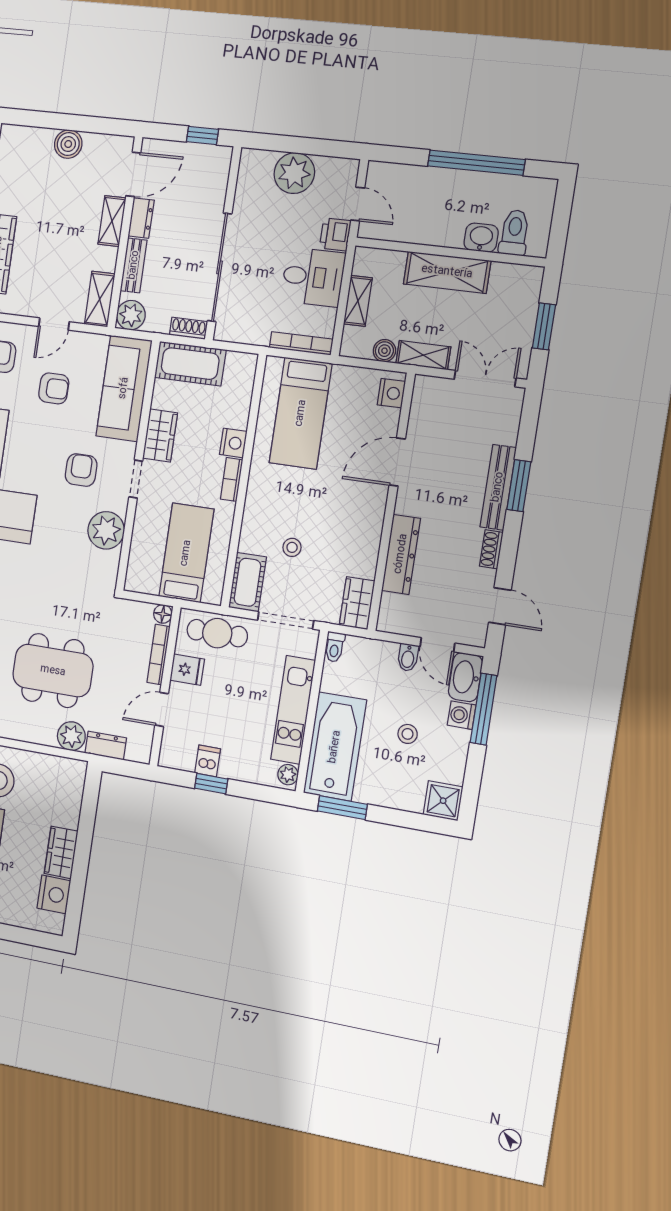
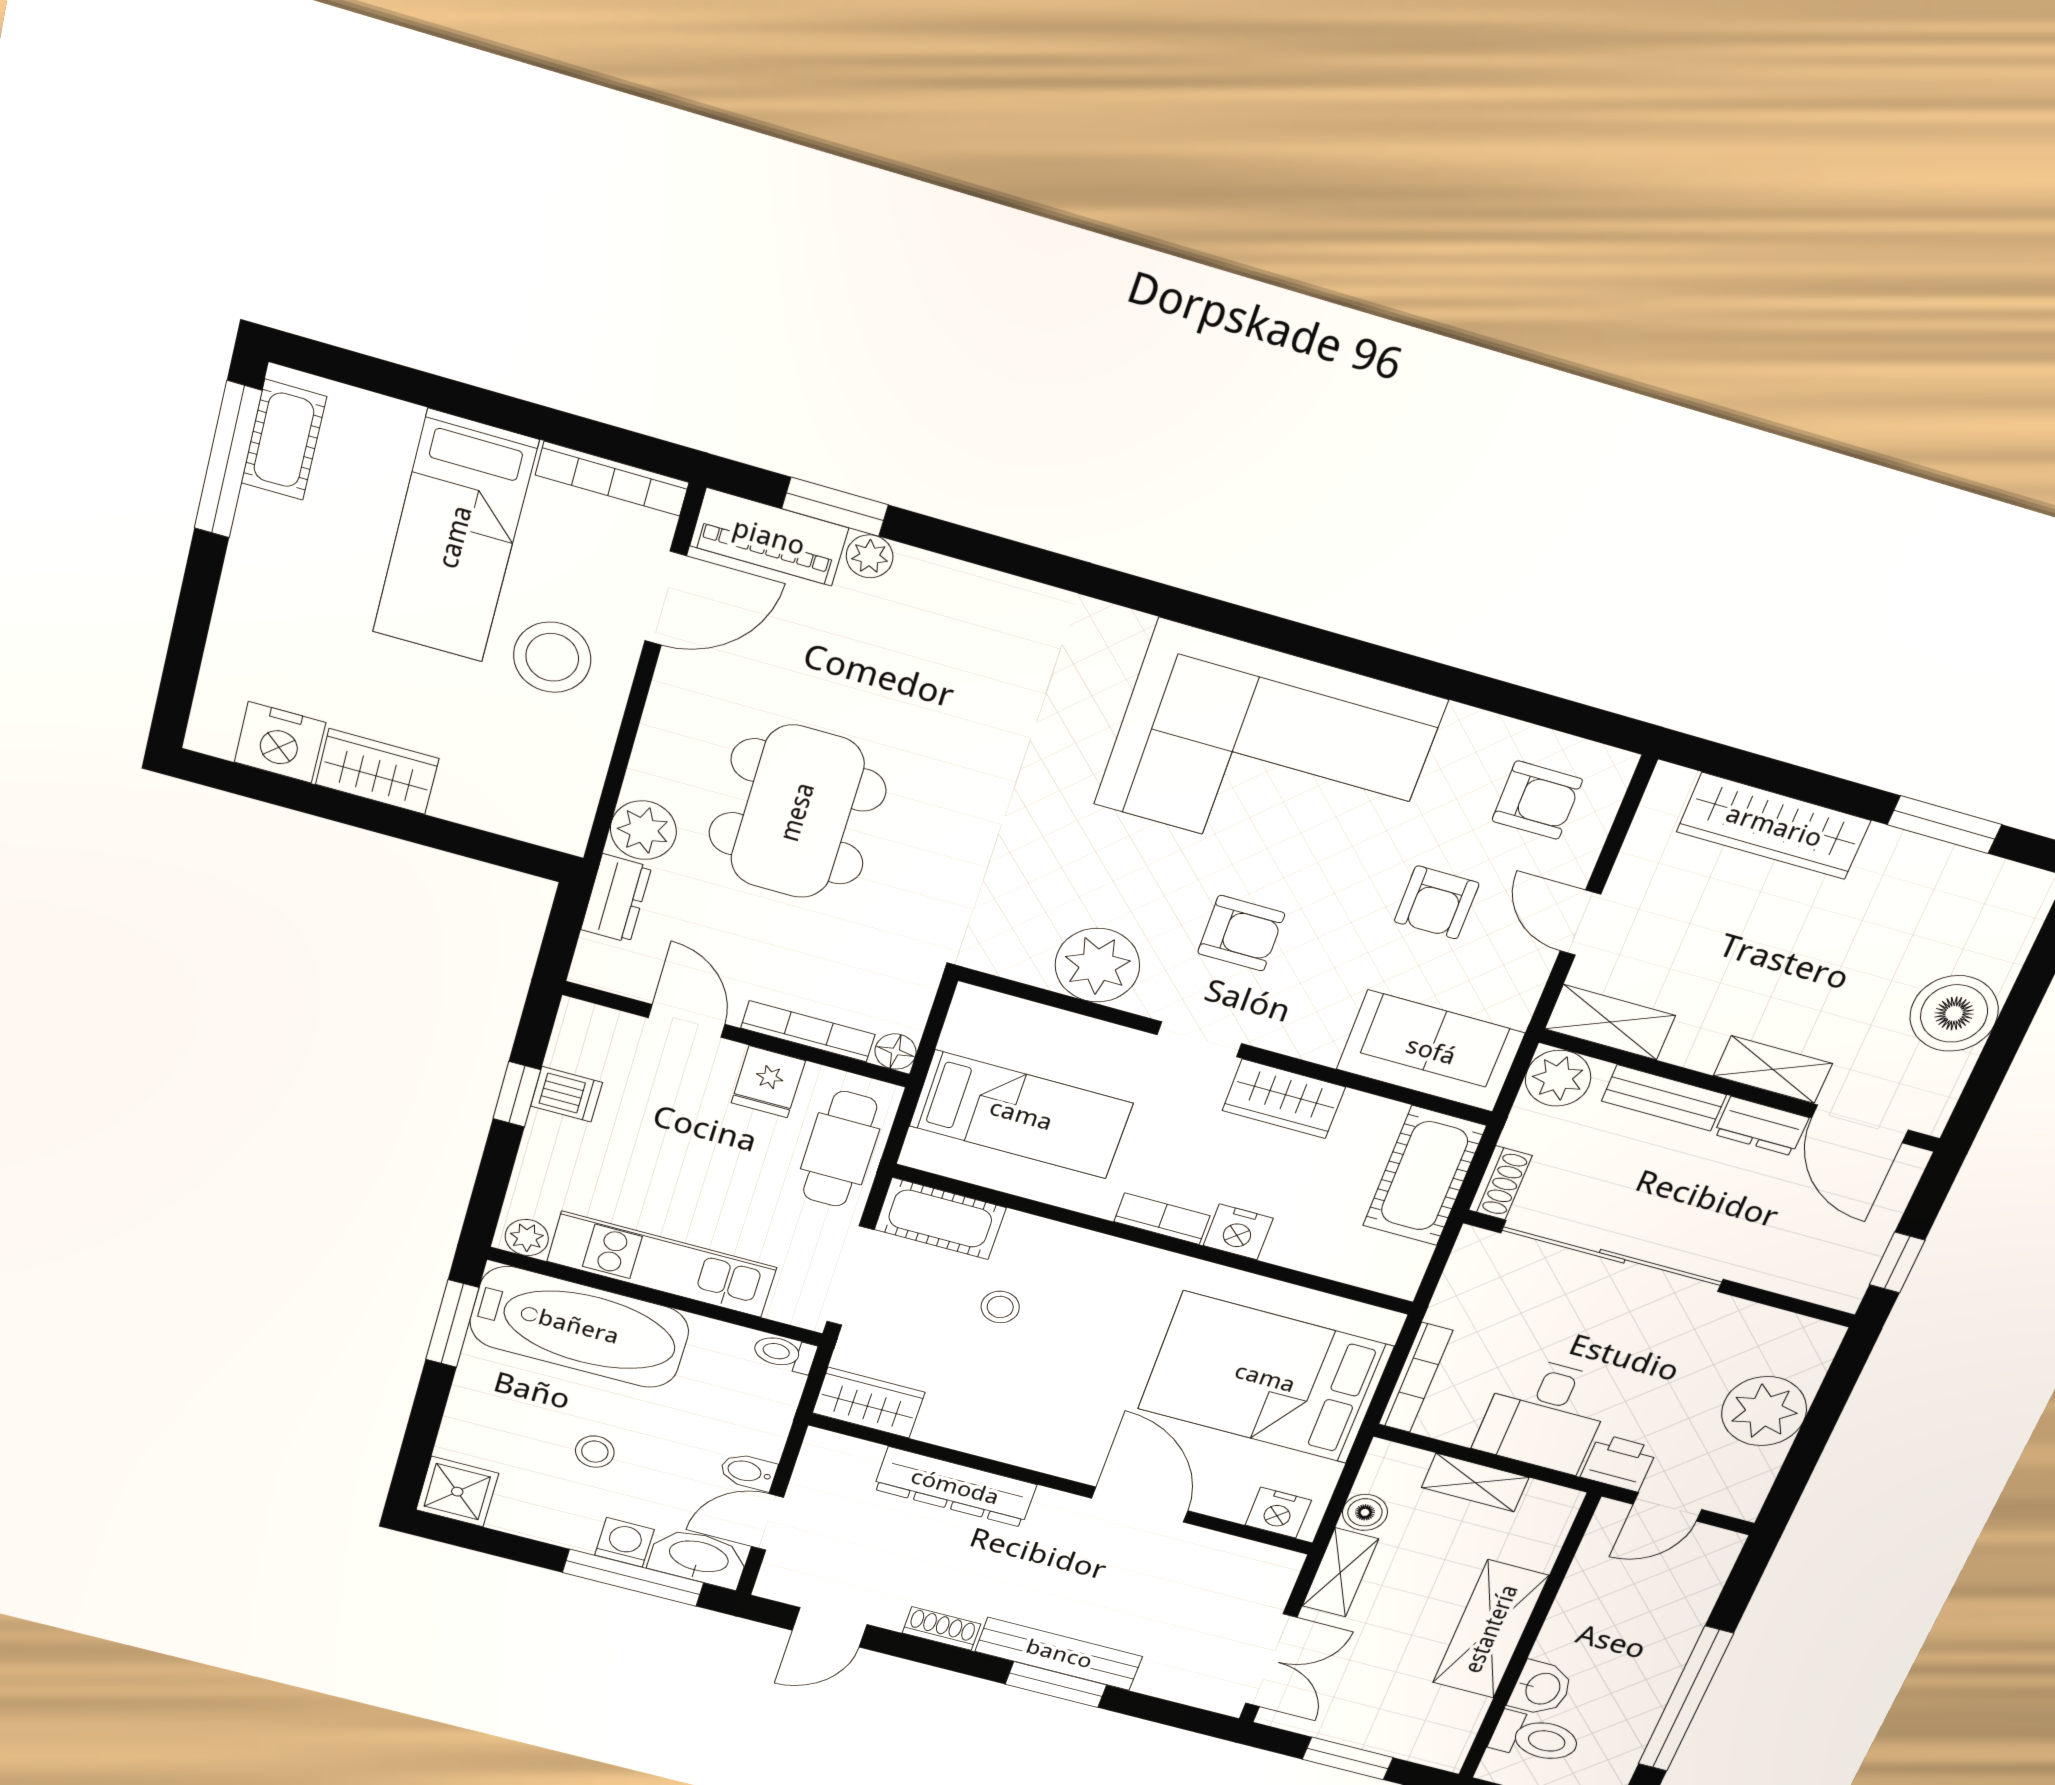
boiler: (68, 144) -> (1954, 1013), width x1.37, depth x1.37
sofa: (124, 388) -> (1431, 1051), width x0.73
bed: (301, 413) -> (1265, 1378), width x1.50

